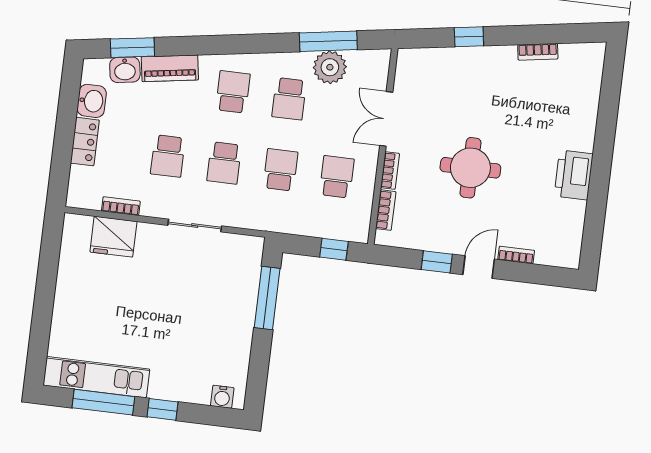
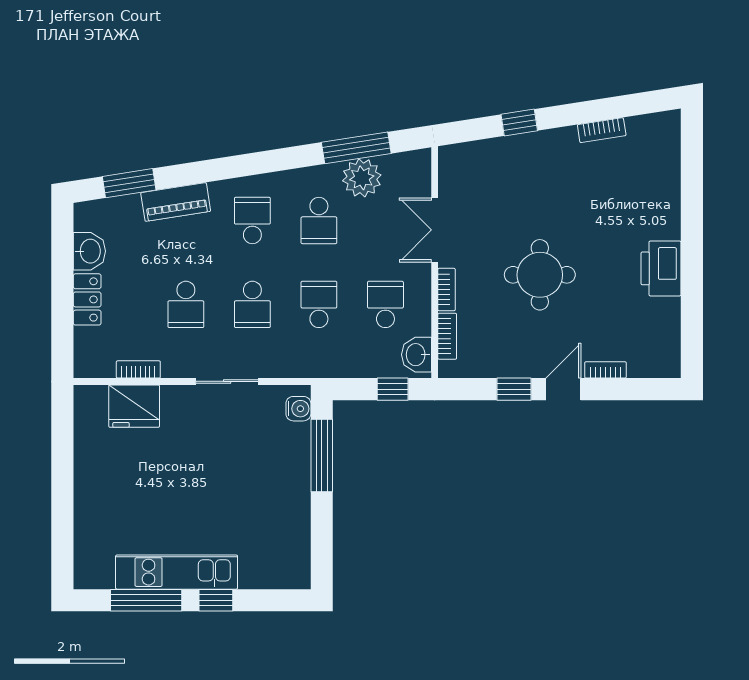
washbasin: (125, 70) -> (417, 355), moved, turned 99
kitchen unit: (96, 377) -> (177, 572), moved
water cooler: (222, 397) -> (298, 409), moved, turned -90

